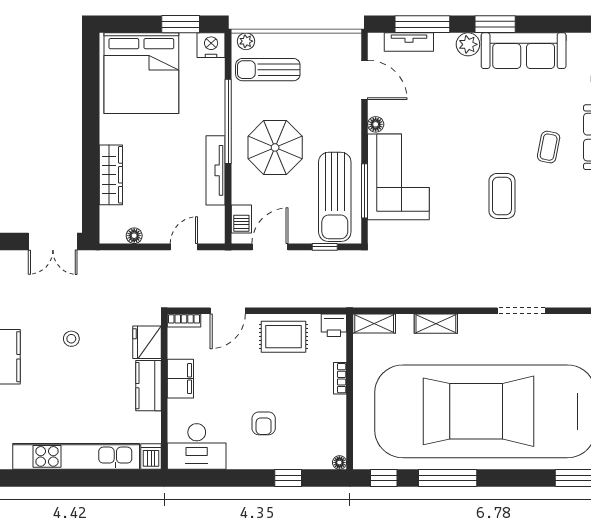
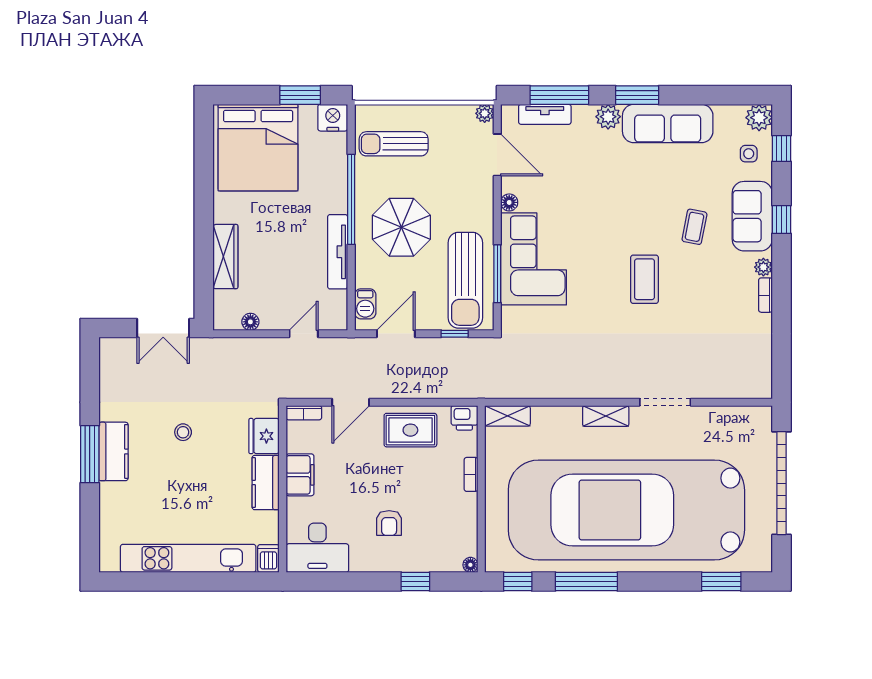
plant: (246, 41) -> (485, 113), moved
shelving: (436, 324) -> (606, 416), moved

